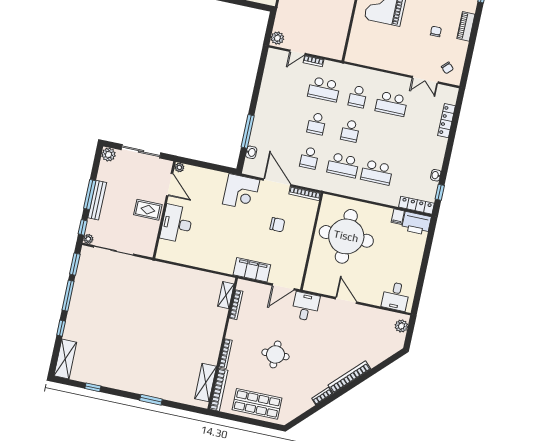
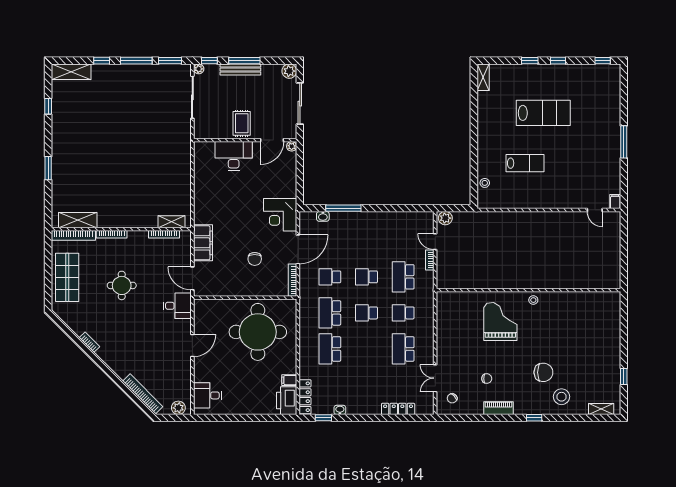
bookcase: (349, 377) -> (143, 394), moved

